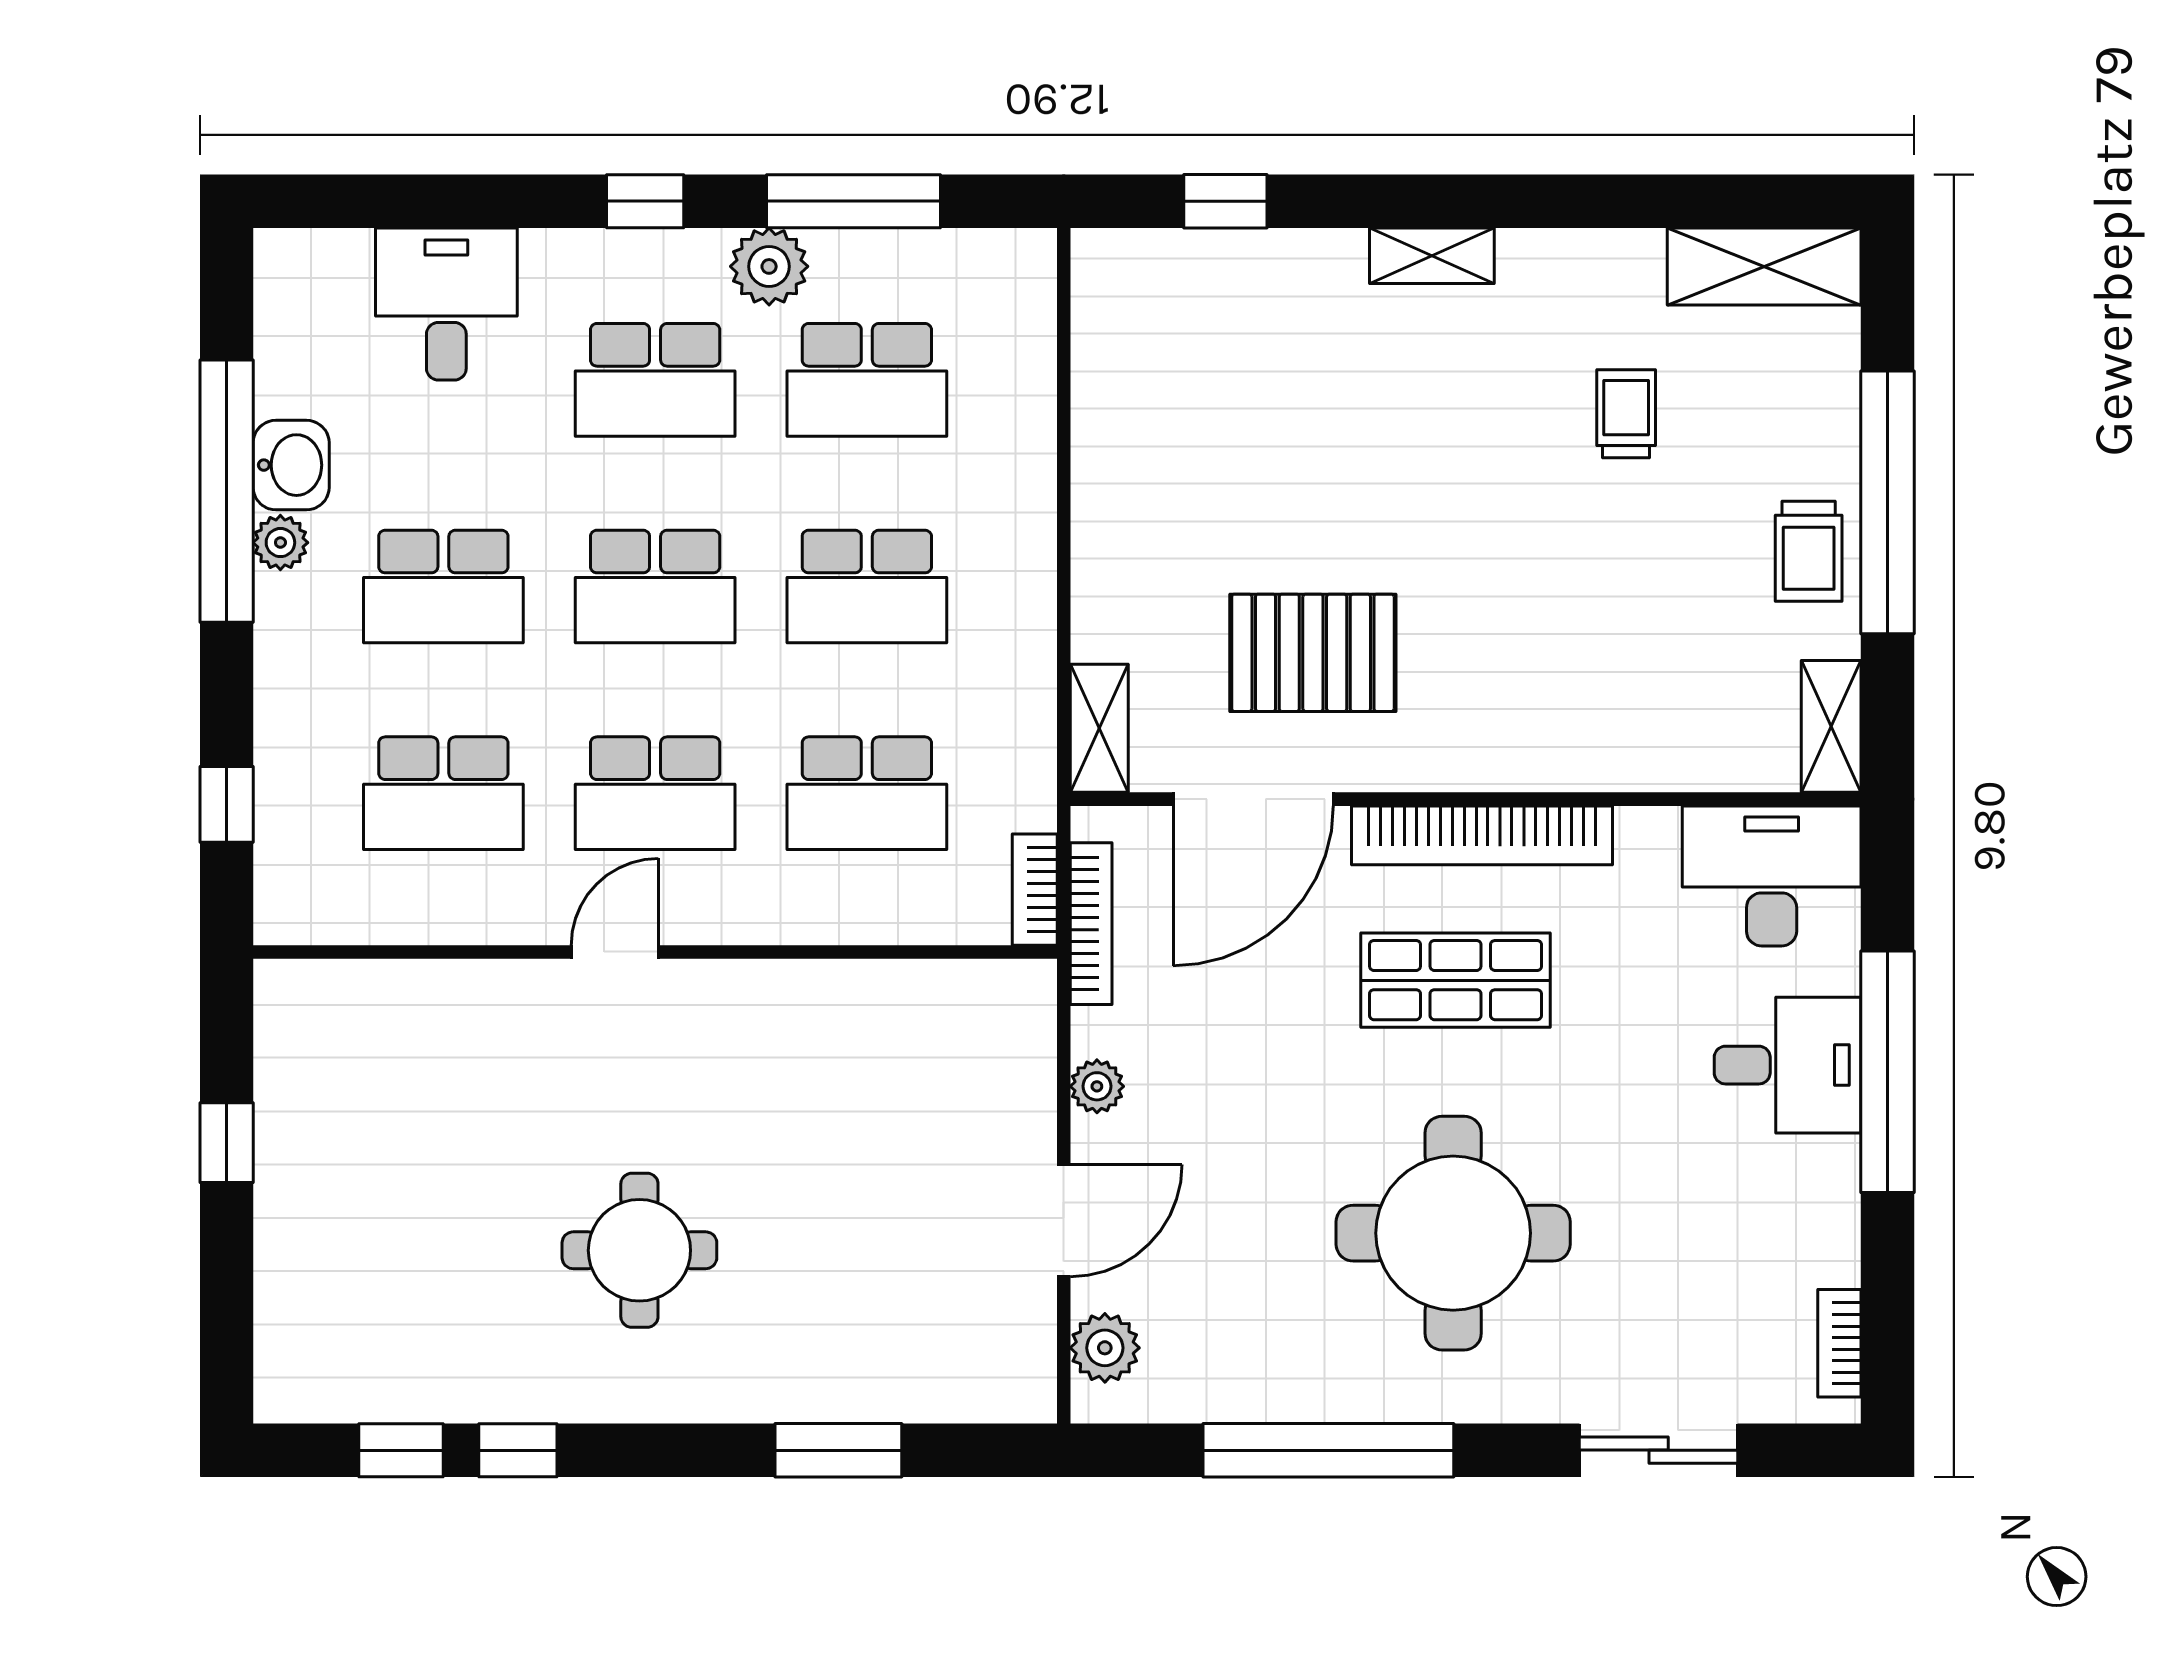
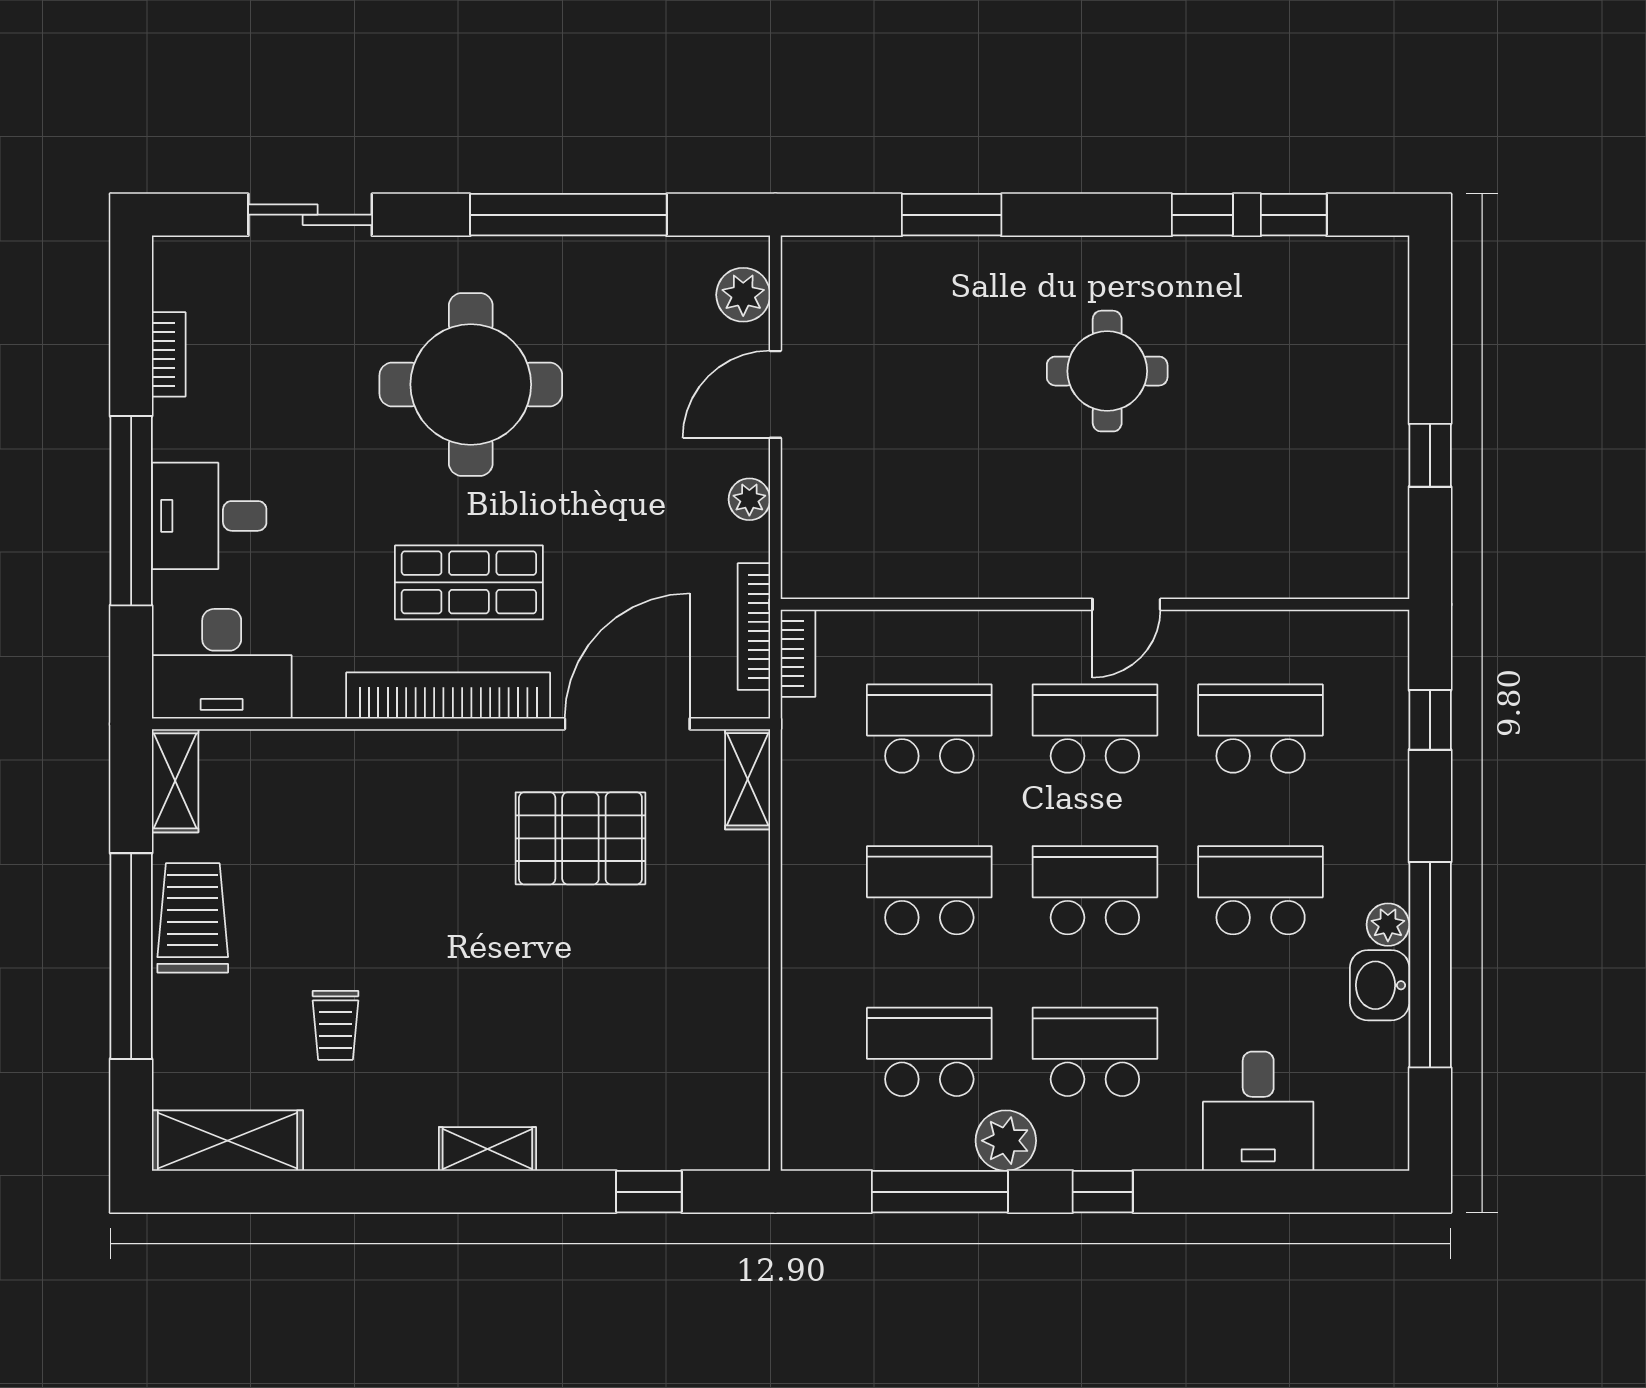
trolley: (1809, 551) -> (193, 918), width x1.36, depth x1.39
bookcase: (1839, 1343) -> (169, 354), moved

